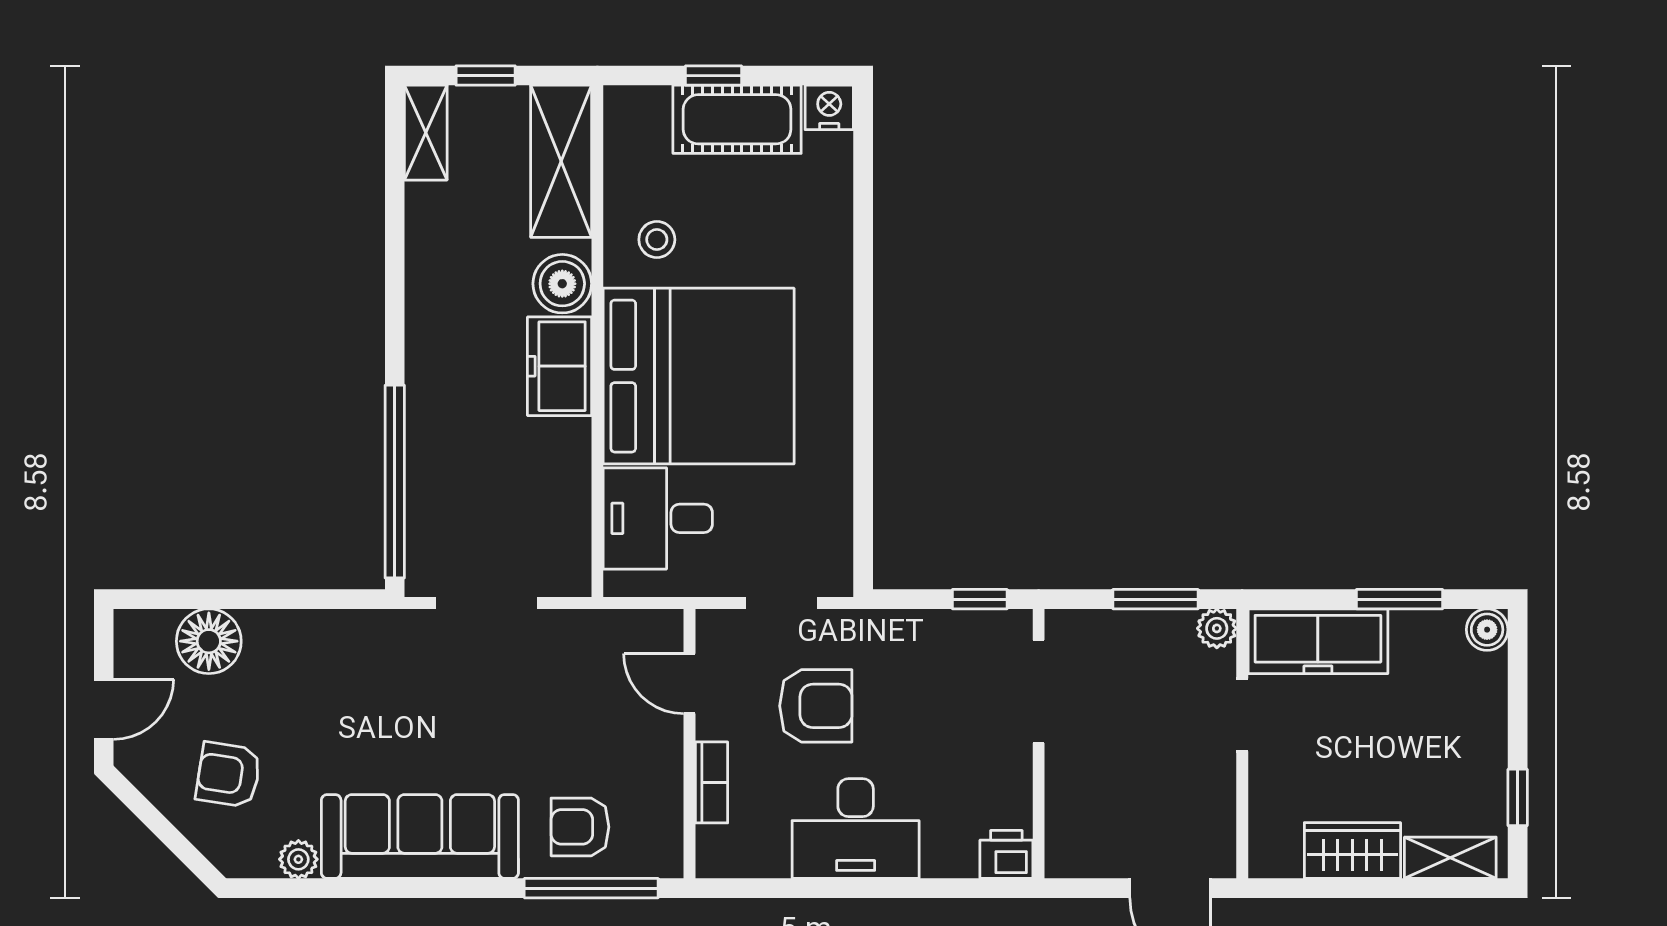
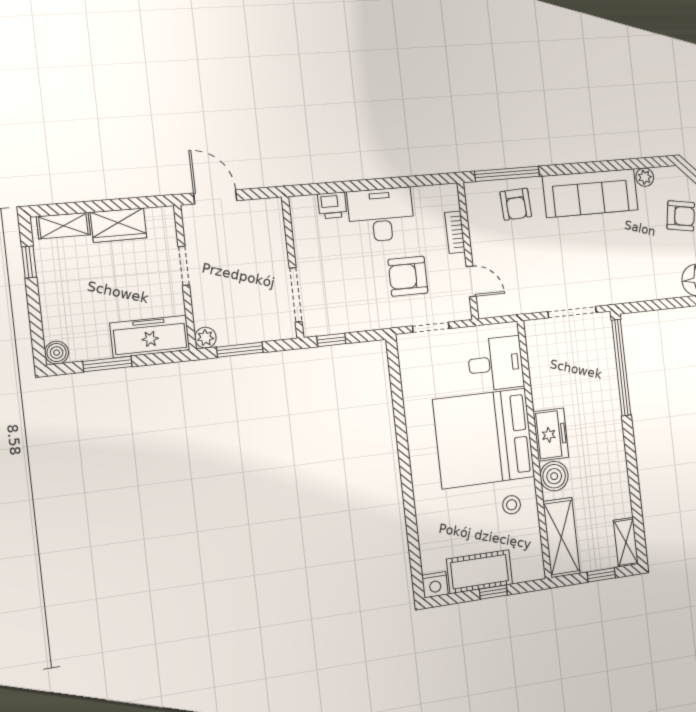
doorway: (1242, 715) -> (184, 266), moved
armchair: (580, 827) -> (516, 204), turned 87
printer: (1006, 854) -> (332, 205), moved

